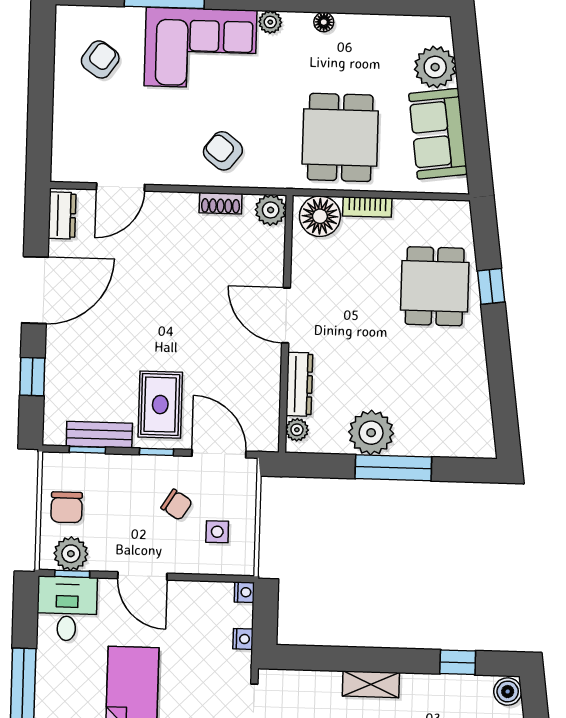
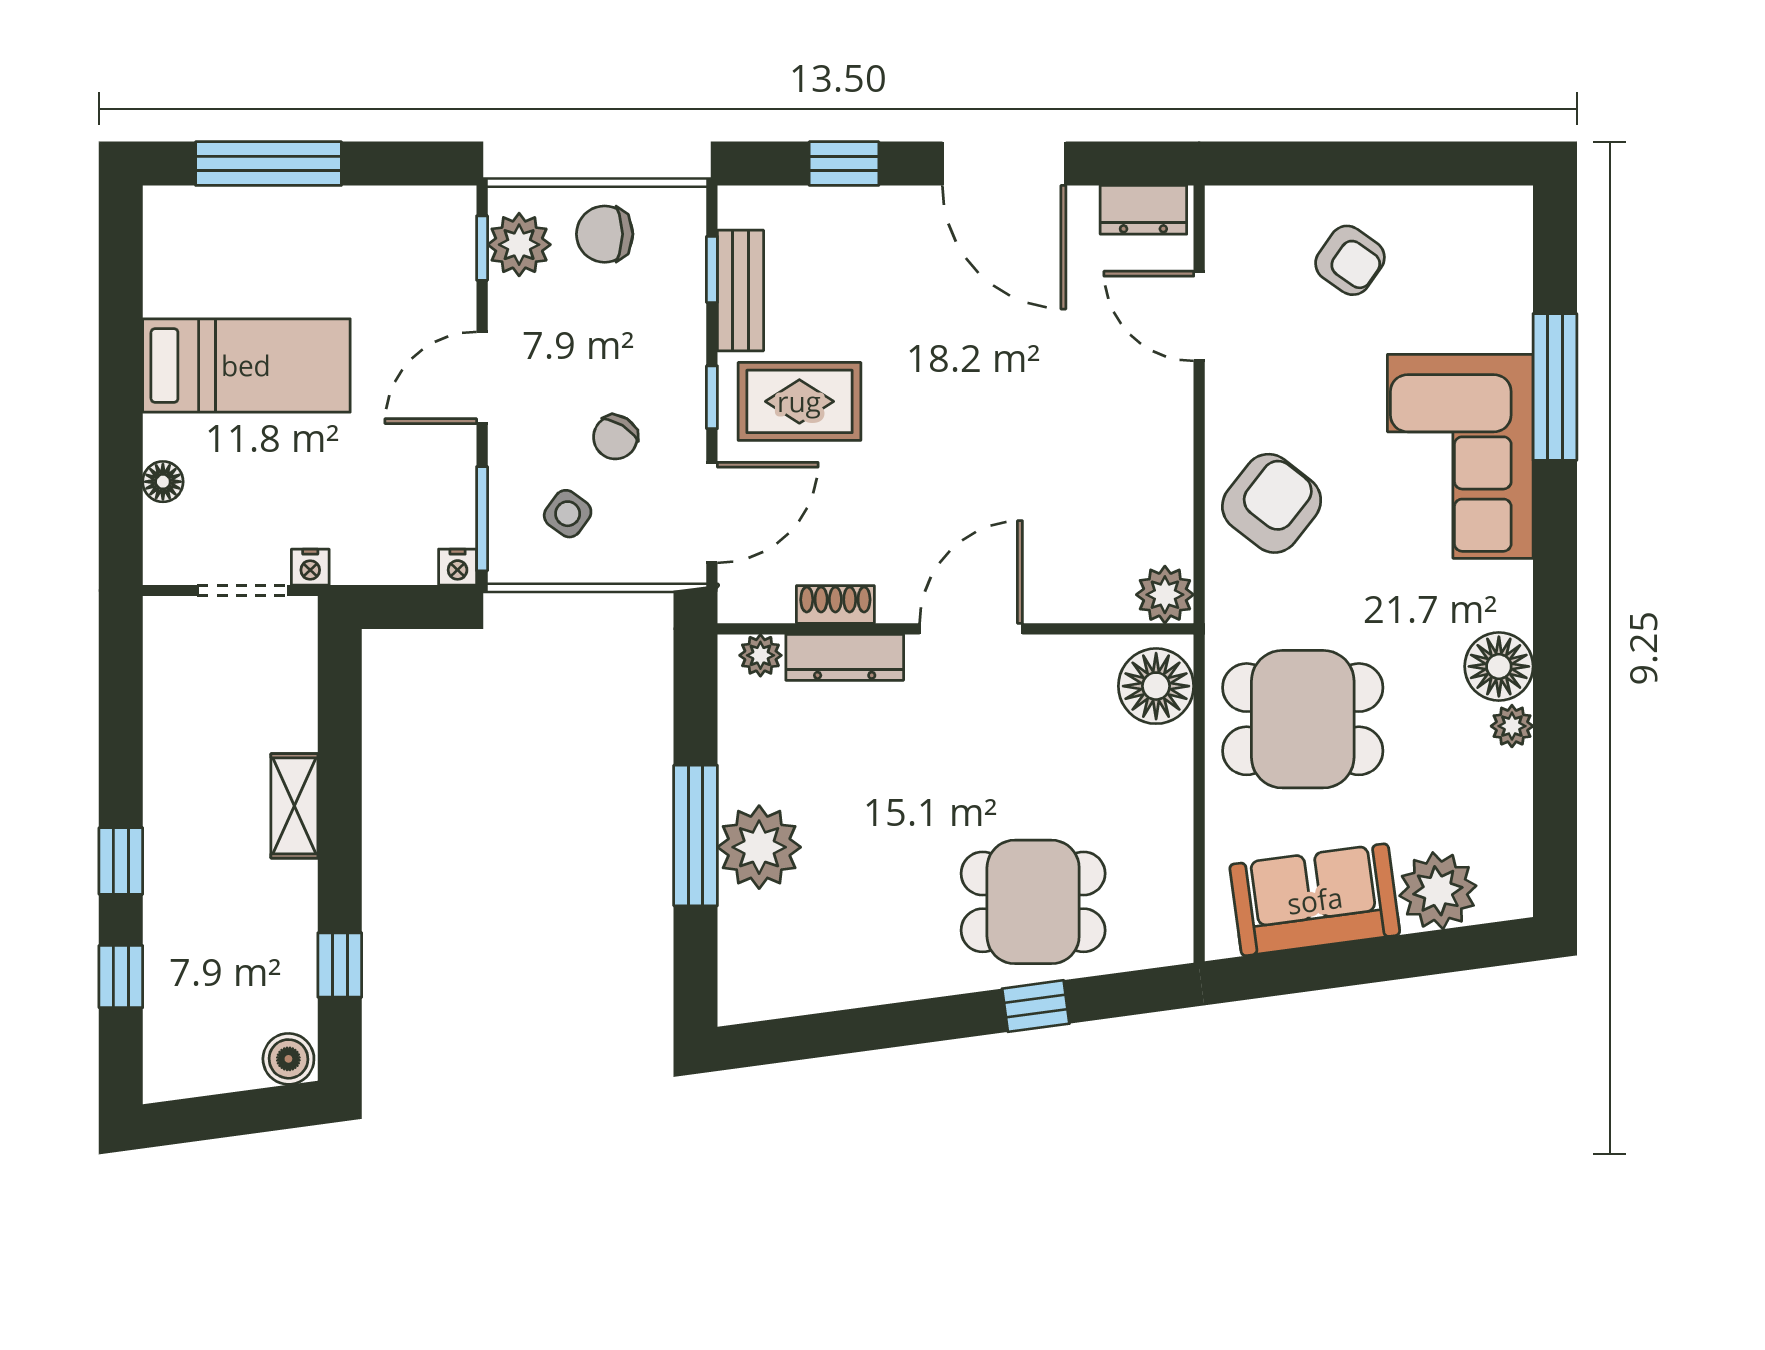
plant: (270, 22) -> (1512, 726), moved
floor lamp: (324, 22) -> (1499, 666), width x1.89, depth x1.89
armchair: (100, 59) -> (1350, 260), moved
armchair: (223, 151) -> (1272, 503), width x1.38, depth x1.38
shoe rack: (221, 203) -> (835, 604), moved, turned 90
bookcase: (367, 207) -> (1176, 773), removed
plant: (371, 433) -> (759, 847), moved
side table: (217, 532) -> (568, 514), turned 36
window: (219, 578) -> (482, 519), added
desk: (67, 609) -> (418, 240), removed
nightstand: (243, 639) -> (310, 567), moved

